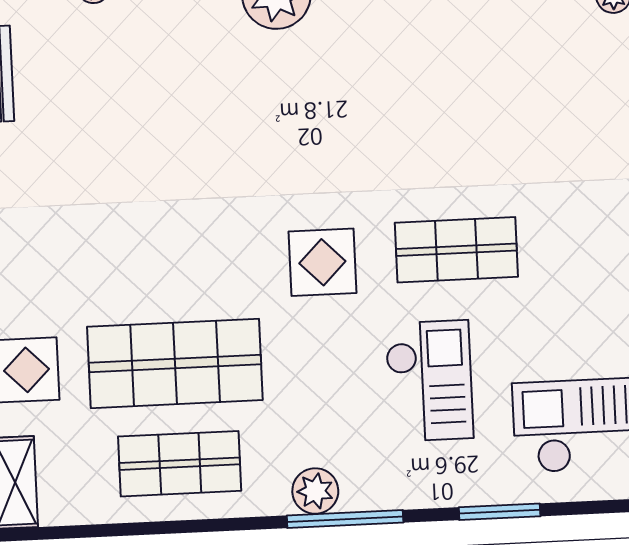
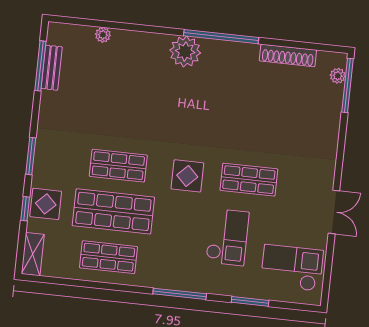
shop shelf: (170, 263) -> (118, 166), added
plant: (315, 491) -> (168, 279), removed

